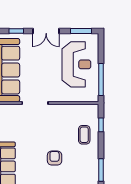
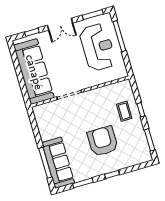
window: (101, 80) -> (119, 36), moved
window: (101, 125) -> (141, 110), moved
armchair: (55, 158) -> (103, 141), width x1.88, depth x1.88

